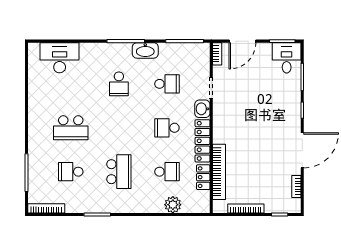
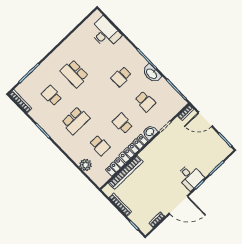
desk: (287, 58) -> (190, 177), moved, turned 90

